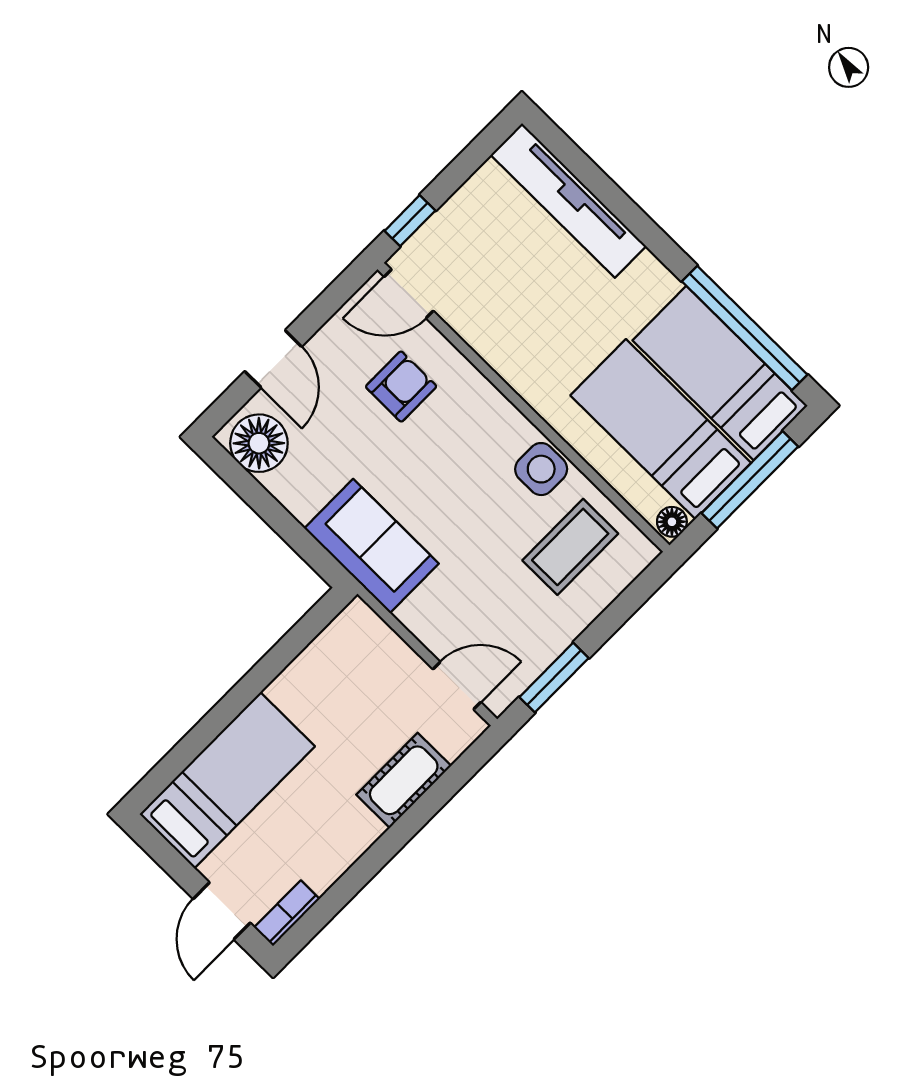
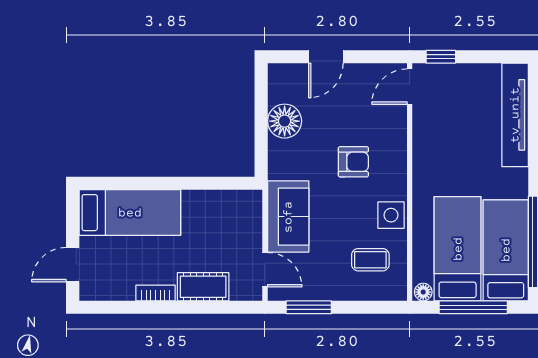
door: (409, 294) -> (410, 87), hinge flipped
armchair: (401, 387) -> (353, 162), moved
floor lamp: (259, 443) -> (285, 121), moved
sofa: (371, 546) -> (288, 217), moved
coffee table: (570, 547) -> (370, 260), width x0.73, depth x0.77
bookcase: (287, 913) -> (156, 293), moved

